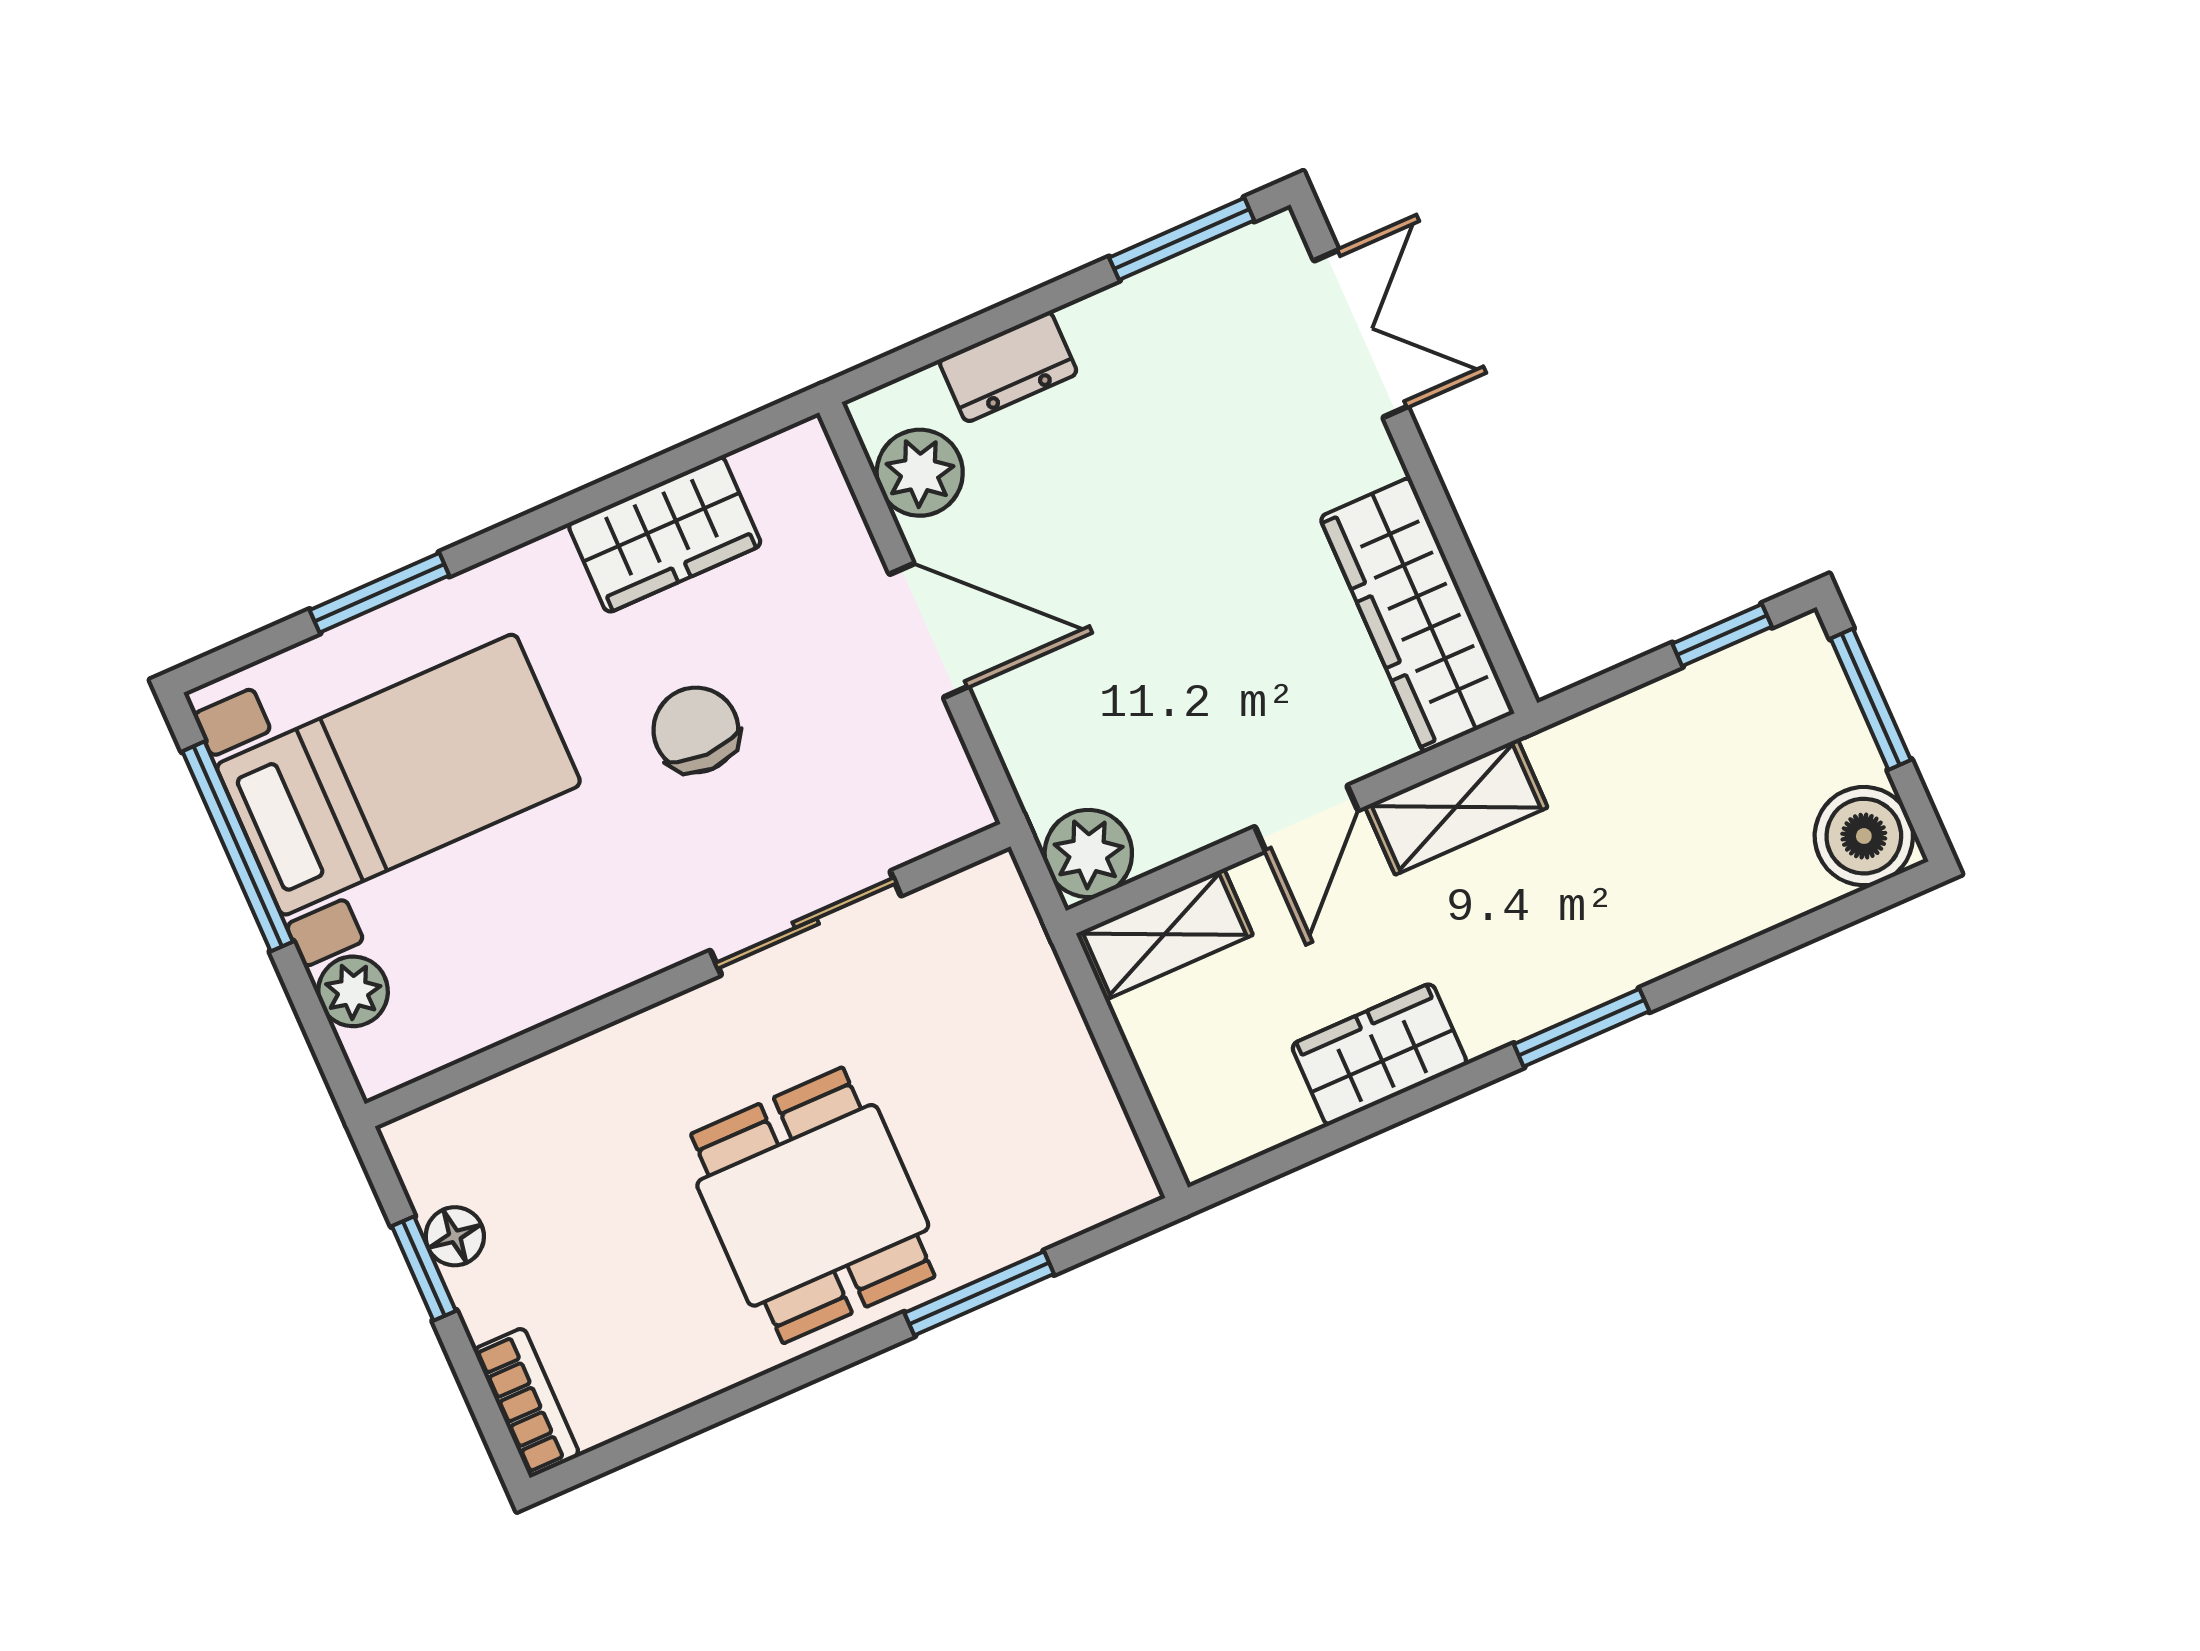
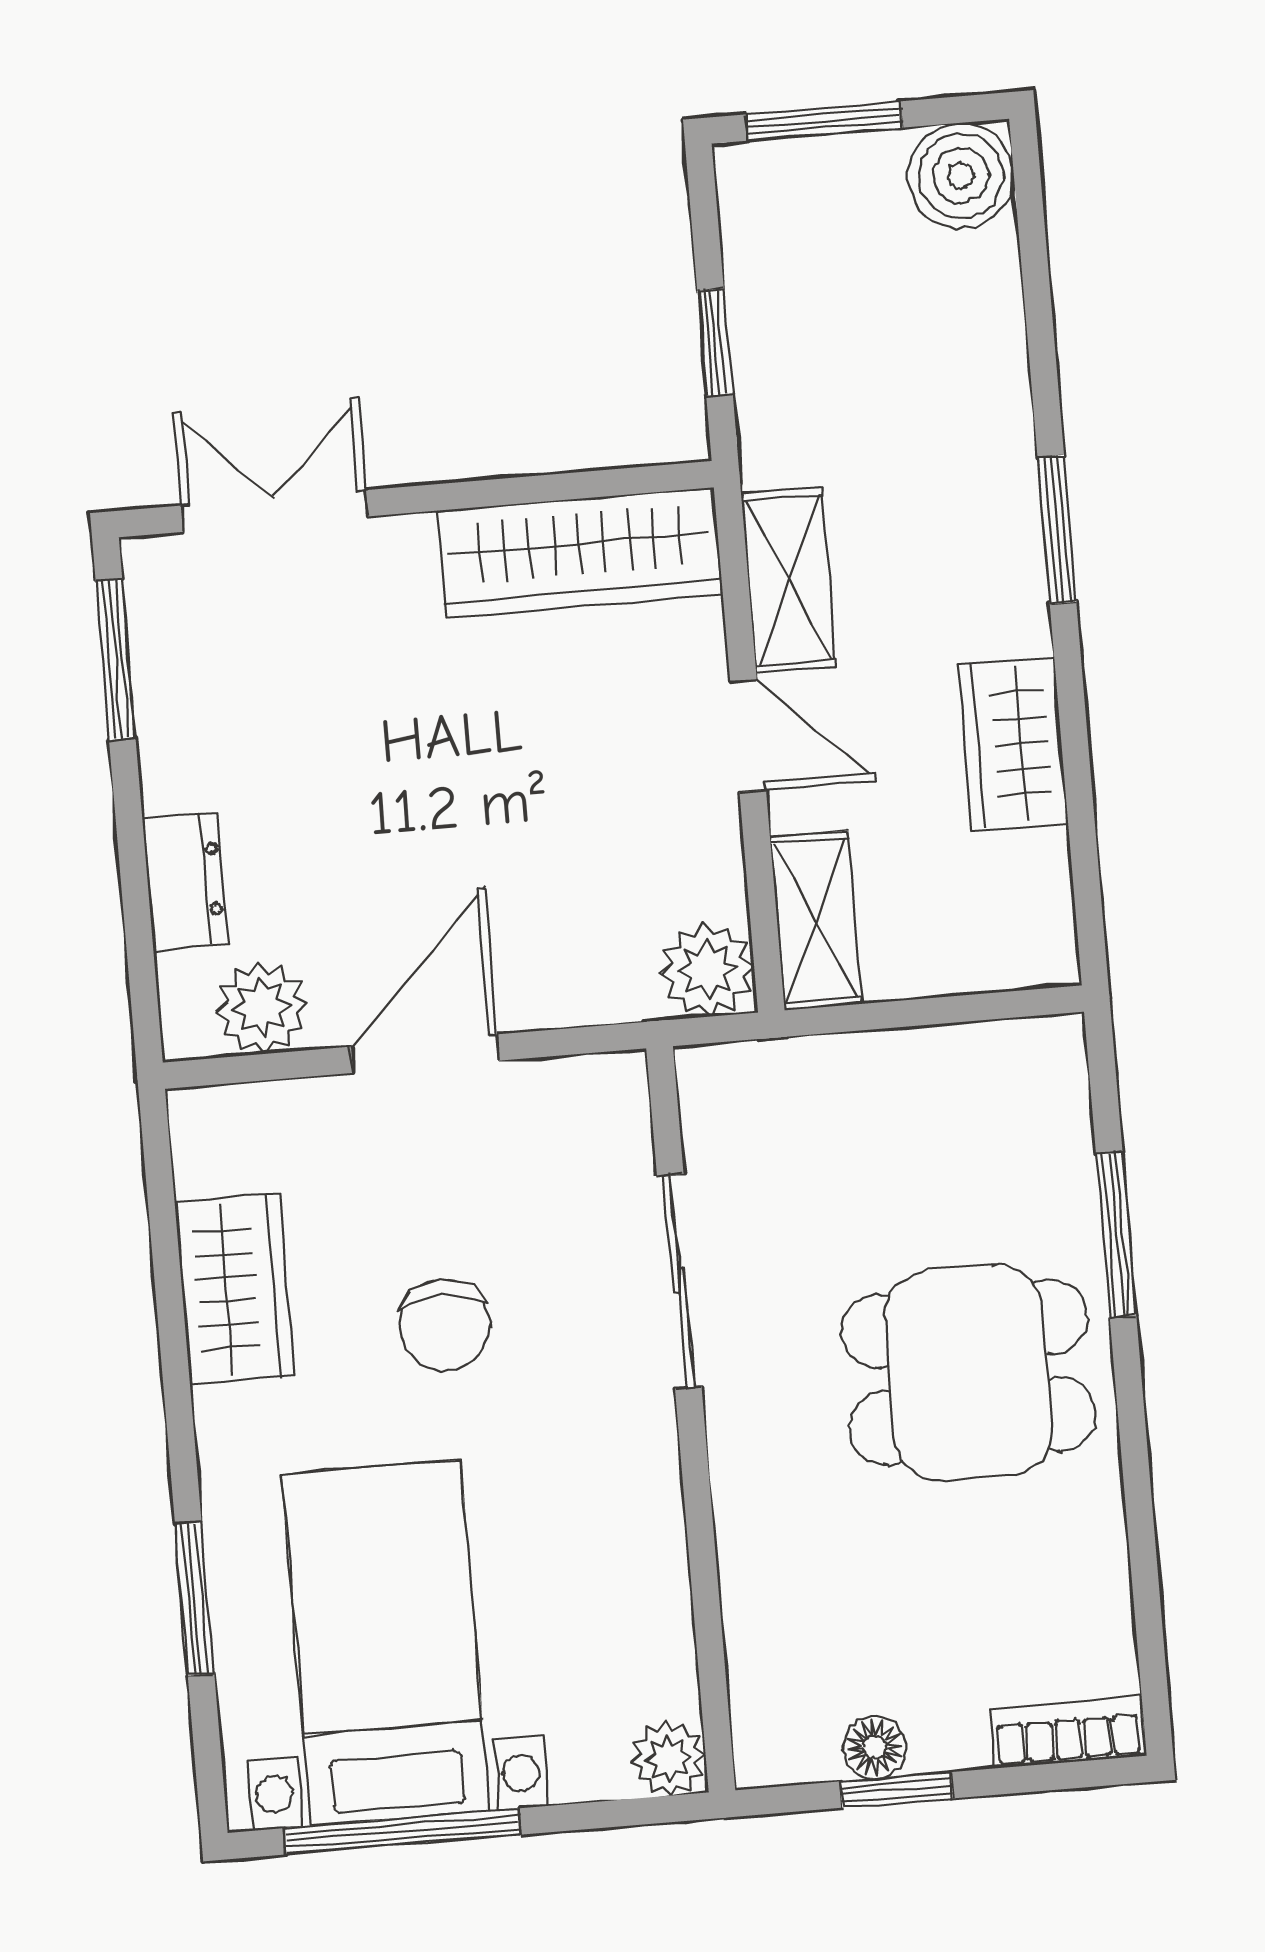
window: (1722, 635) -> (715, 342), moved
chair: (696, 730) -> (445, 1325), turned -90
plant: (353, 991) -> (668, 1758), moved

